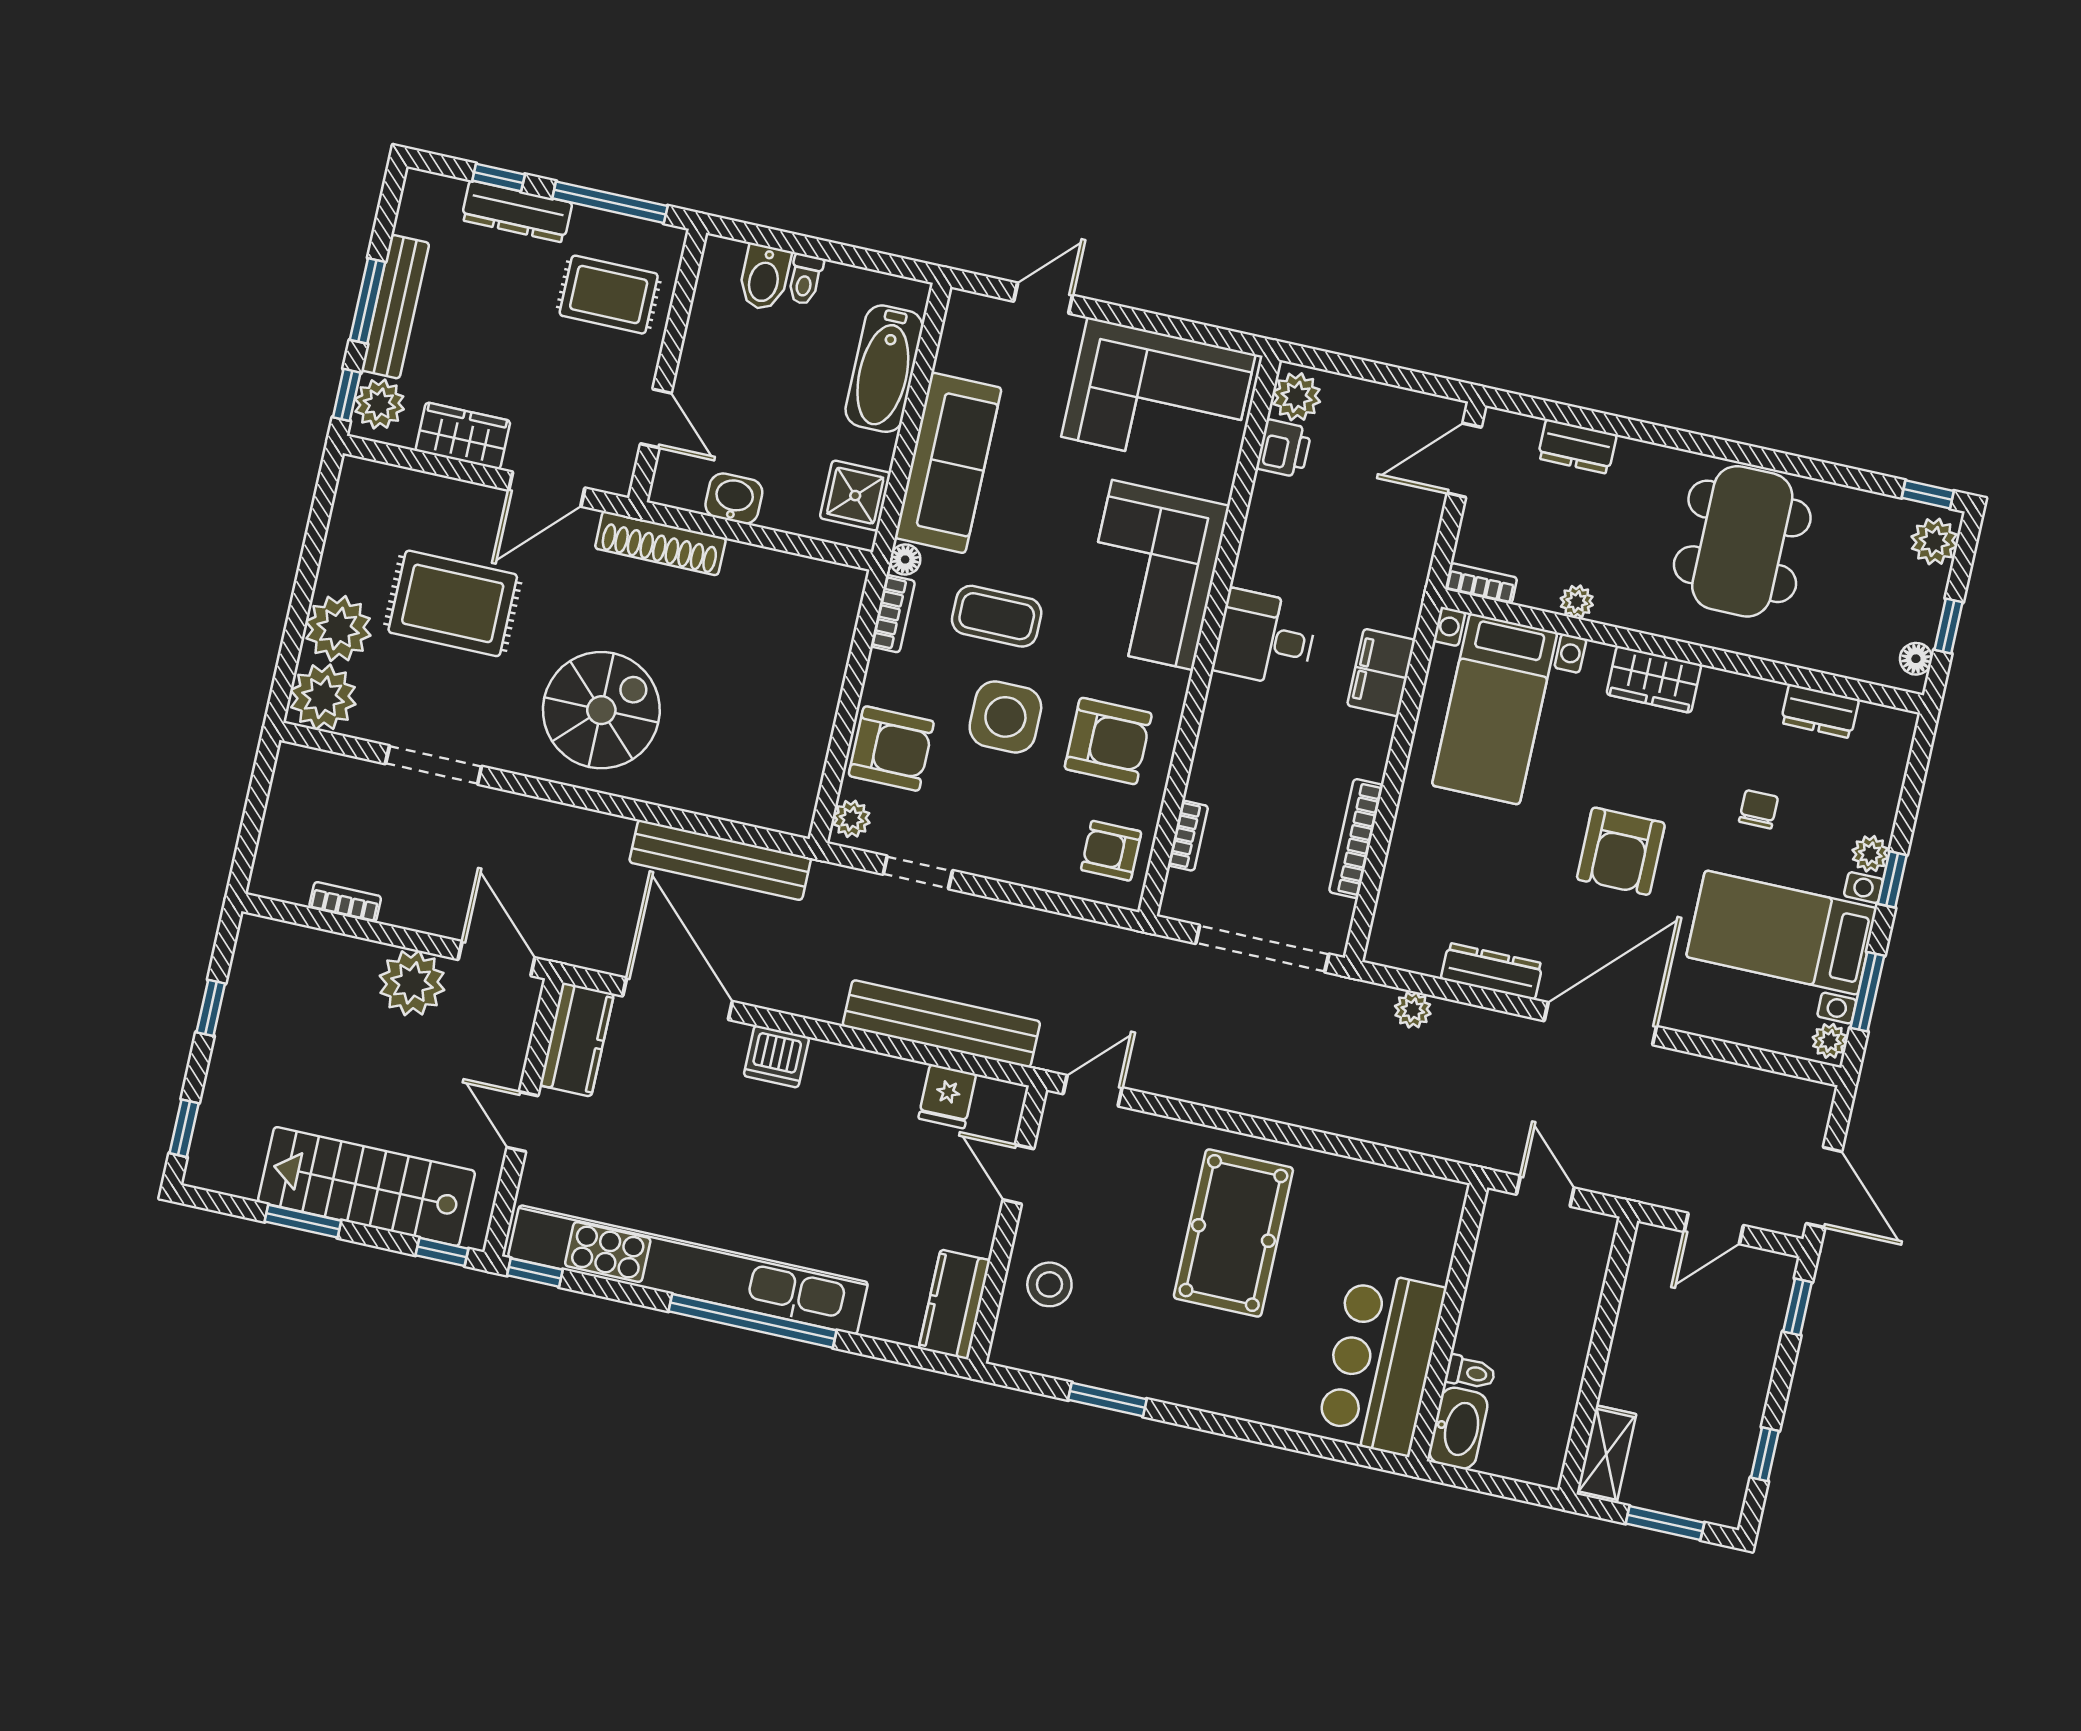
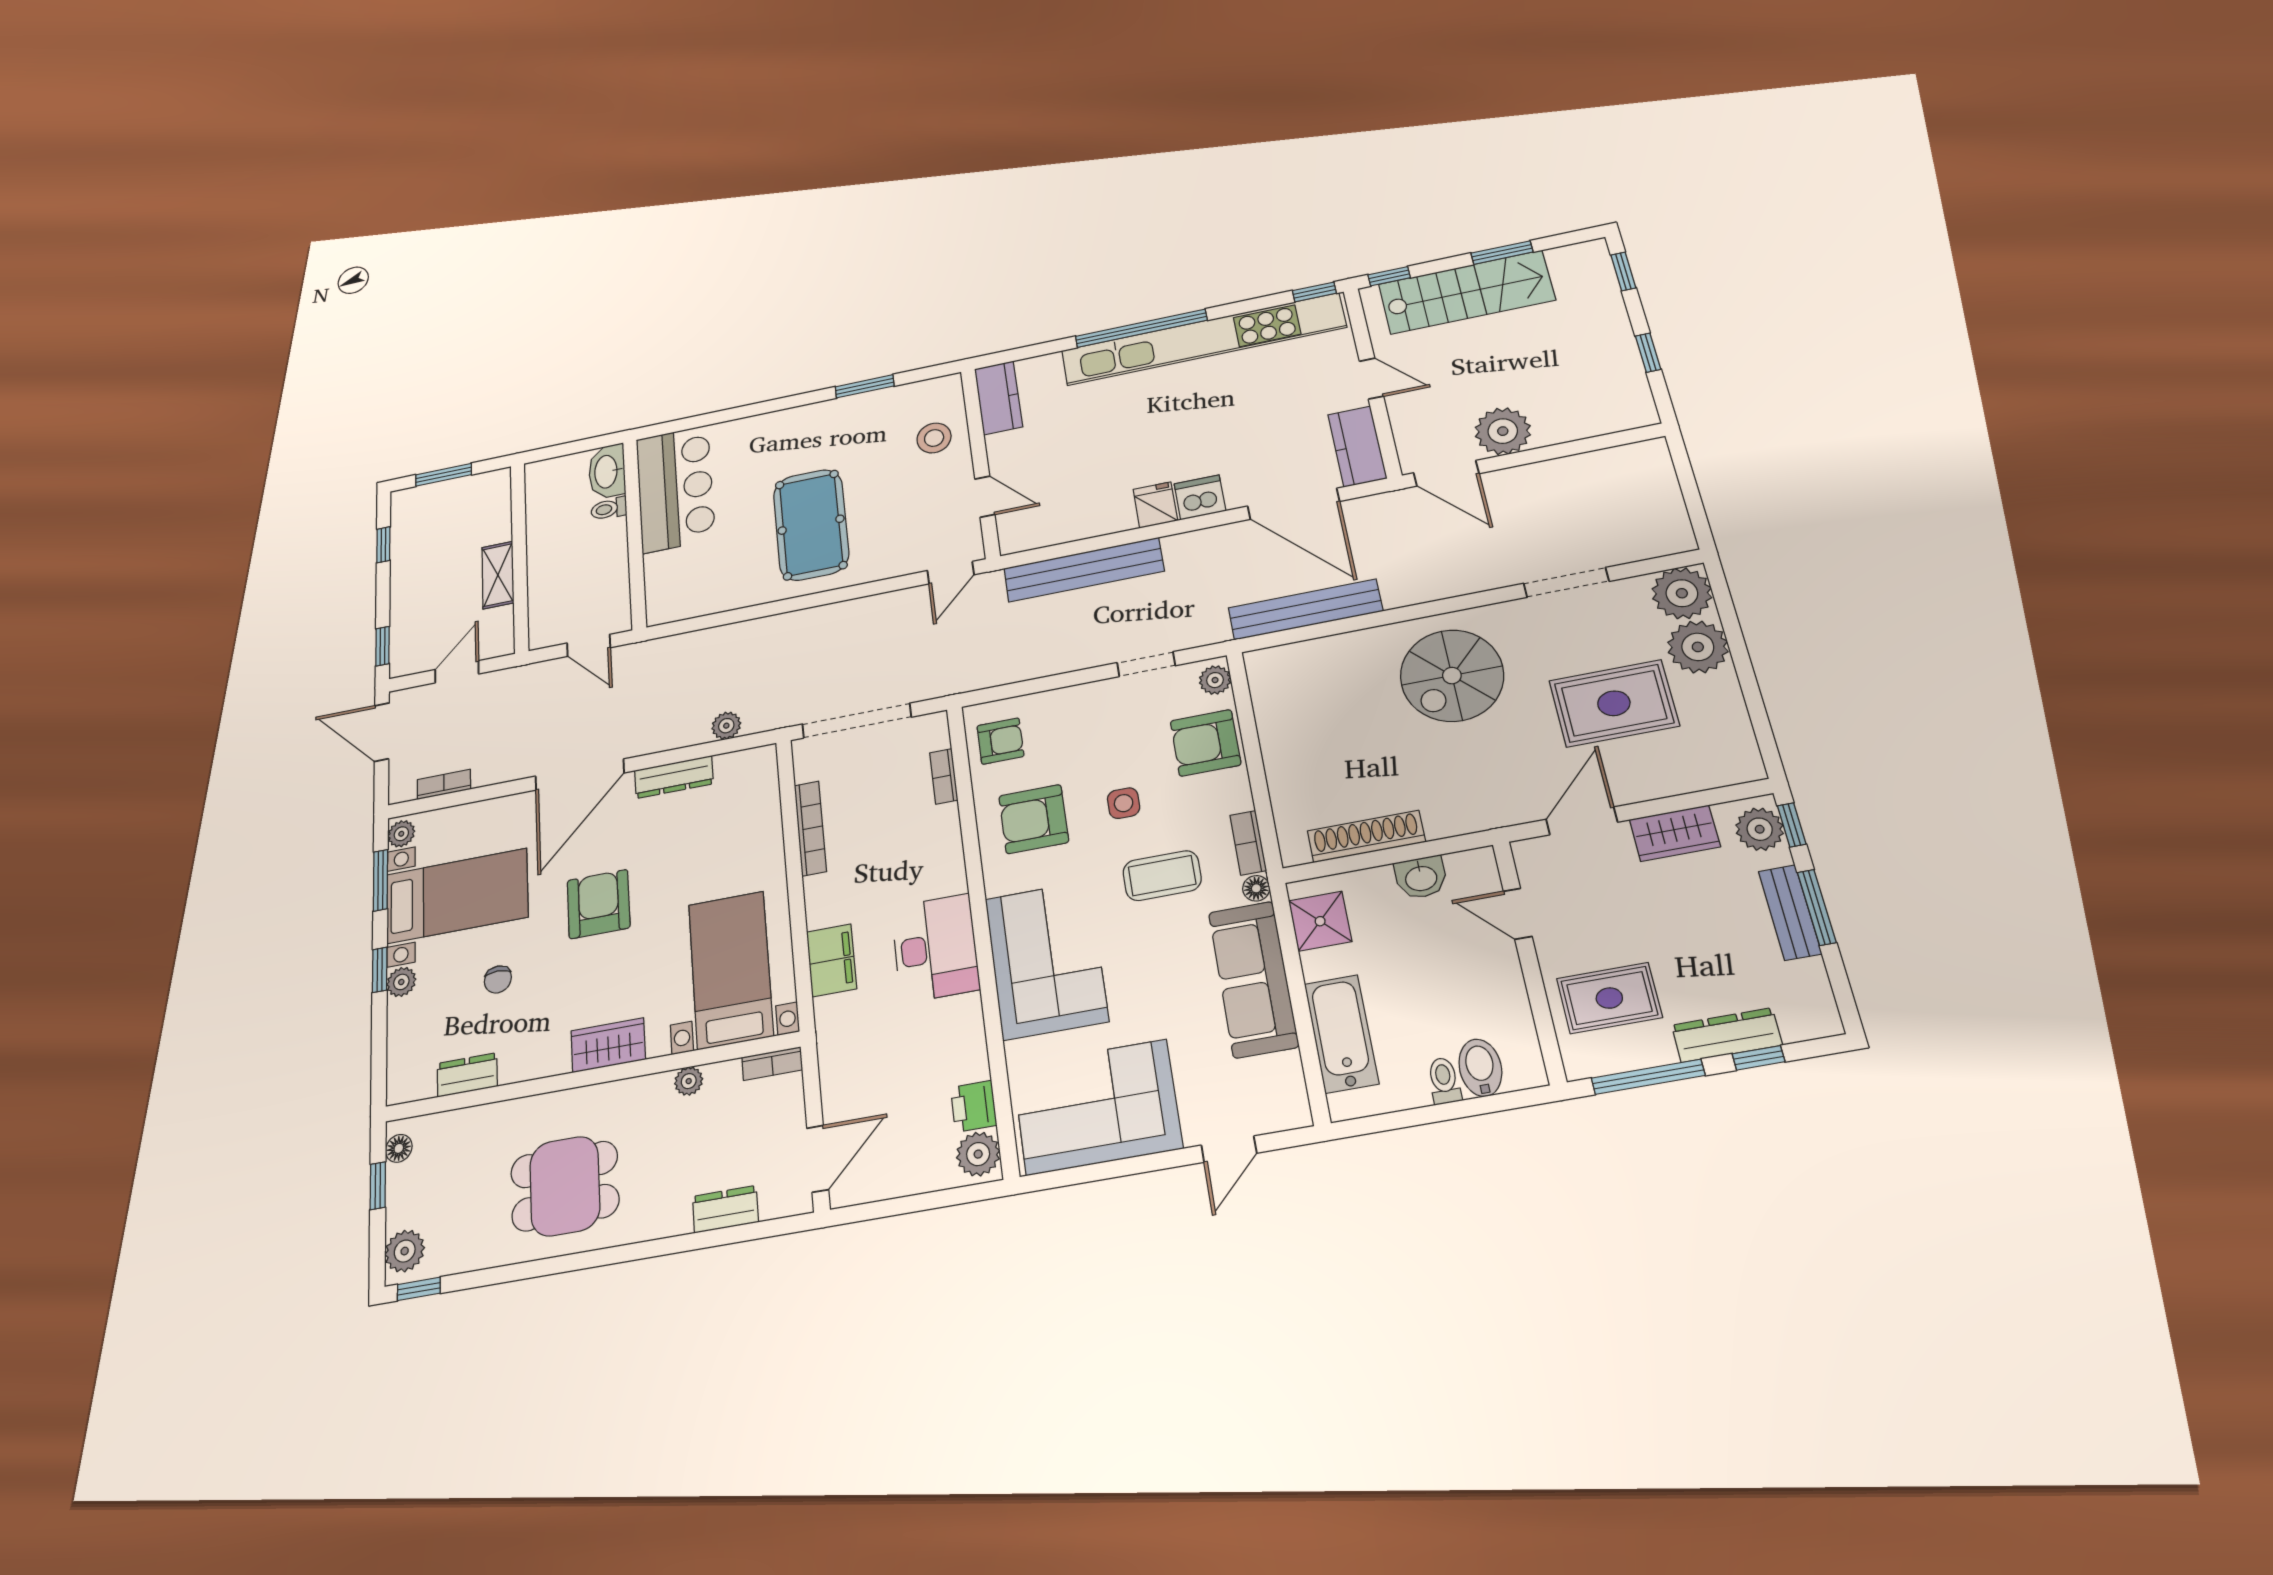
bench: (395, 307) -> (1790, 912), width x0.73
dining table: (1742, 541) -> (565, 1186), width x0.73
shoe rack: (660, 543) -> (1366, 836), moved
desk: (1265, 638) -> (935, 948), width x1.37
side table: (1005, 717) -> (1124, 803), width x0.54, depth x0.54
bookcase: (345, 902) -> (444, 784), moved, turned 180
fridge: (947, 1096) -> (1155, 505), moved
shelving: (1606, 1454) -> (498, 575), moved

